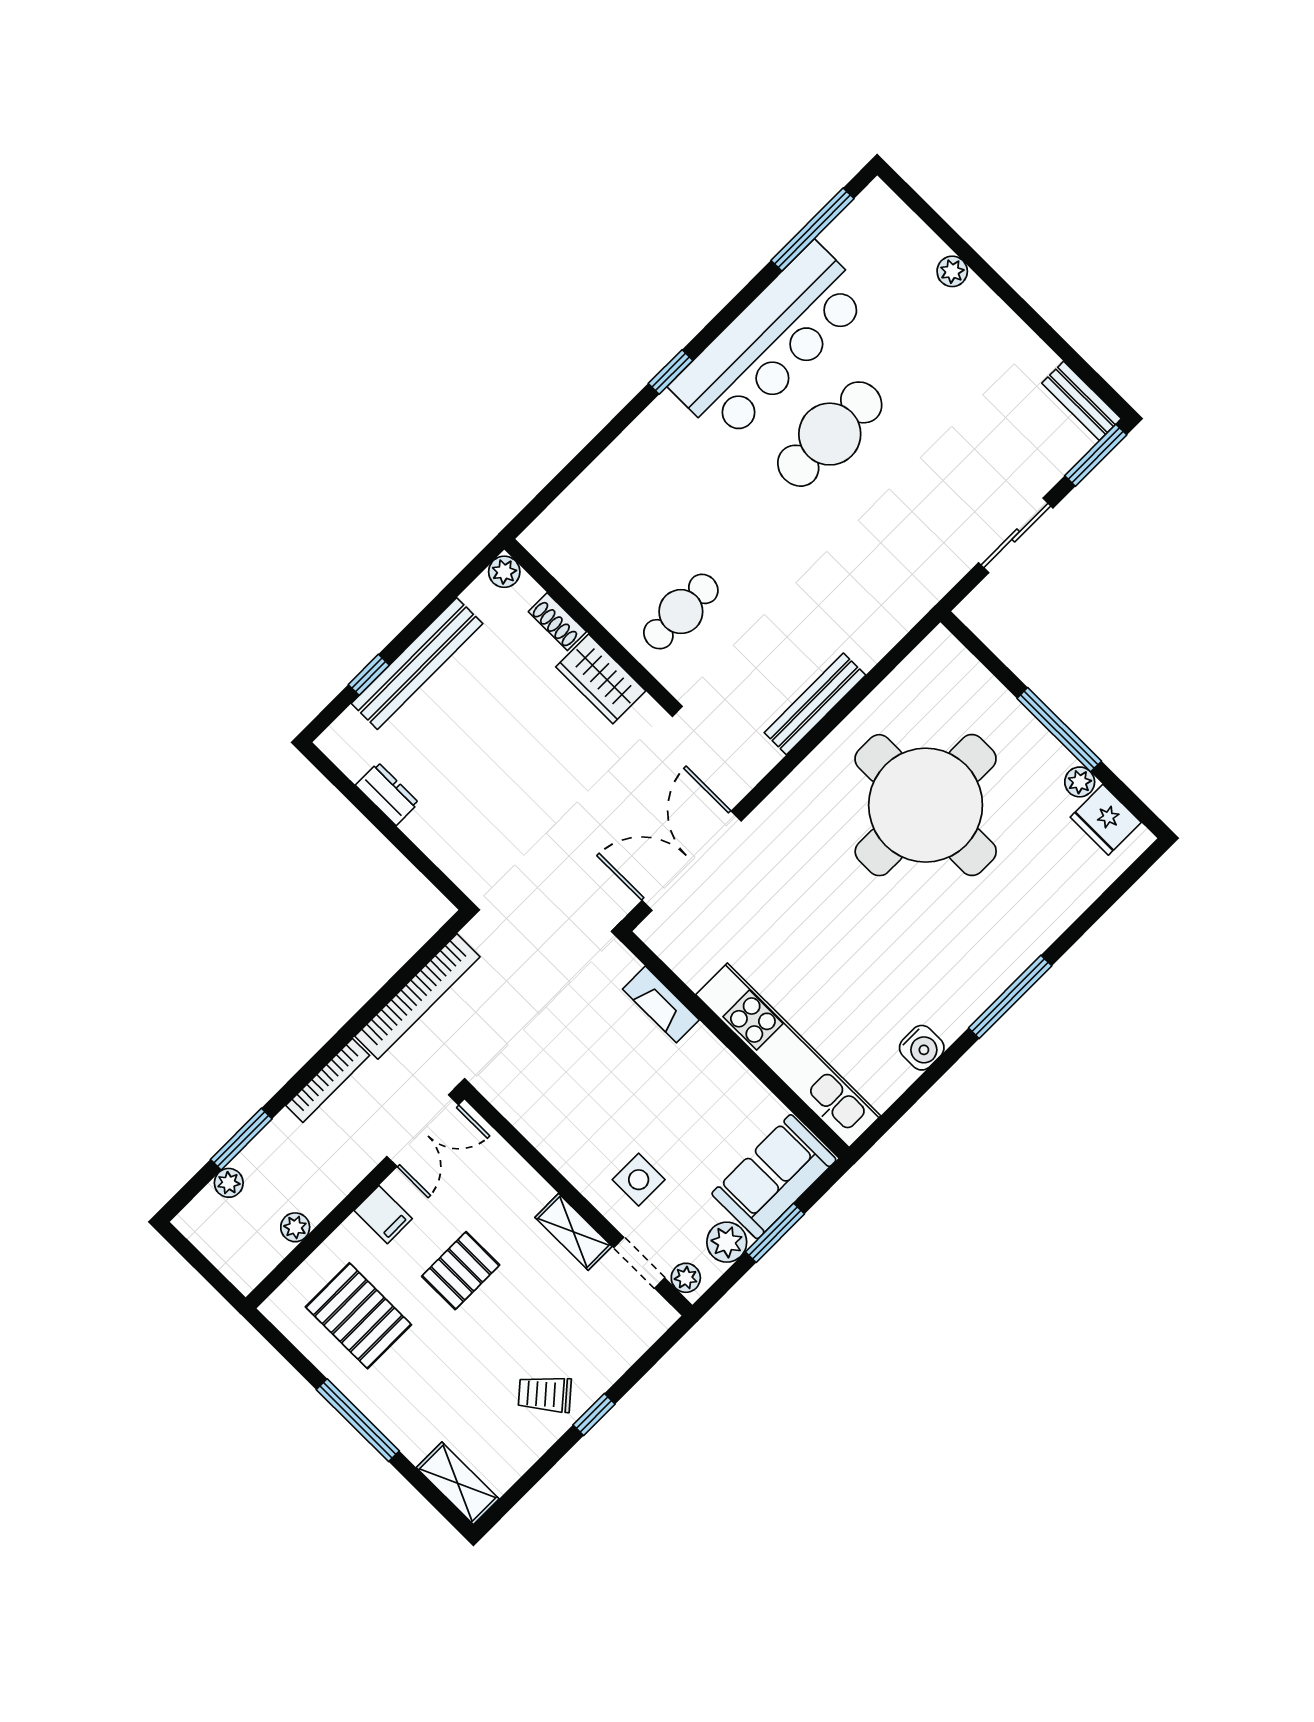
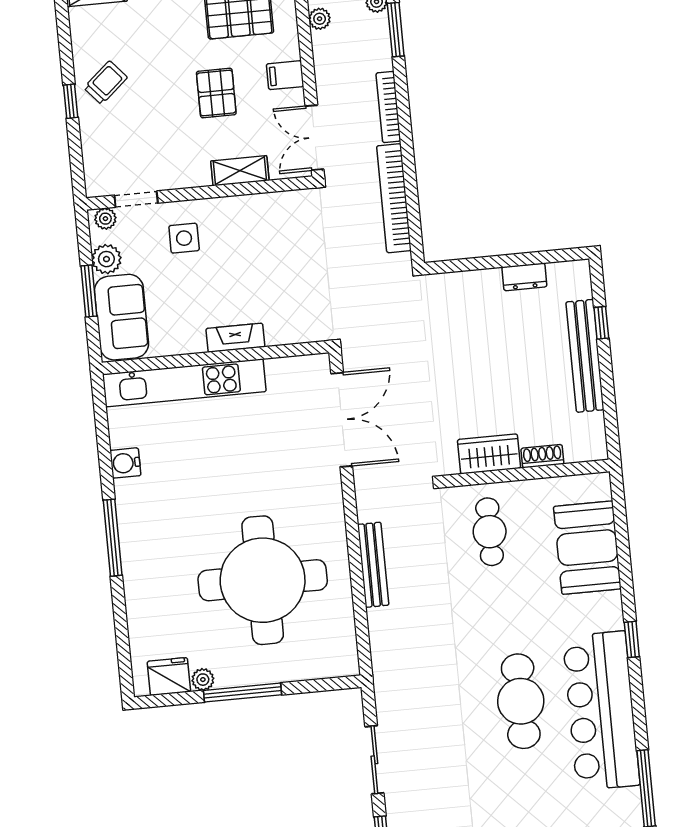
booth: (614, 497) -> (587, 548), added
plant: (504, 572) -> (596, 449), removed
fireplace: (661, 1004) -> (235, 338), moved
shelving: (573, 1232) -> (240, 171), moved

